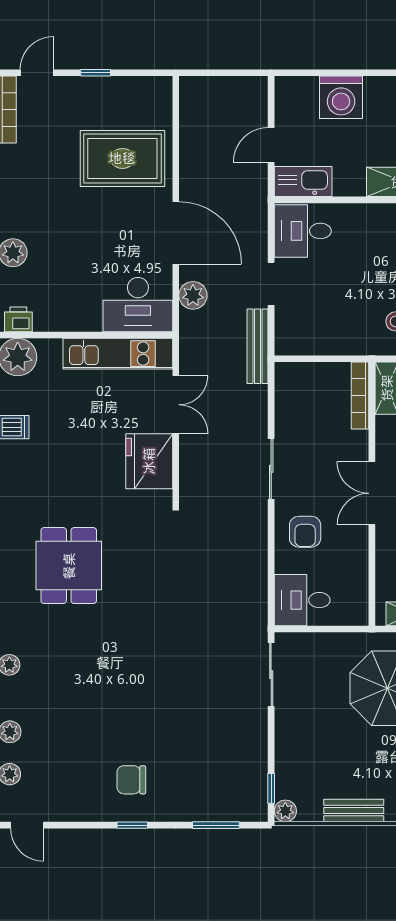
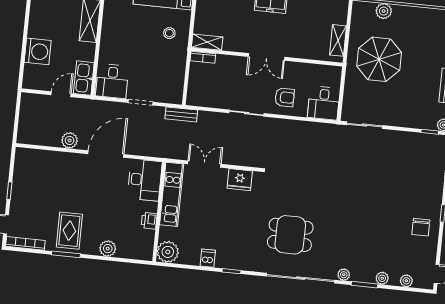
door: (271, 145) -> (61, 94), swing flipped
rug: (122, 158) -> (69, 231), moved, width x0.73, depth x0.70
plant: (193, 295) -> (70, 140), moved
printer: (18, 319) -> (149, 221), moved
bench: (258, 346) -> (181, 114), width x0.73
bookcase: (360, 396) -> (203, 57), width x0.64
fridge: (149, 461) -> (240, 180), width x0.73, depth x0.75
chair: (131, 780) -> (421, 227), moved

